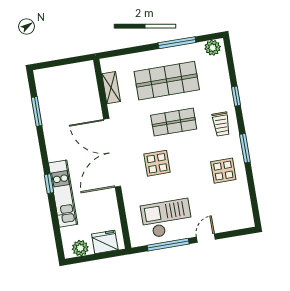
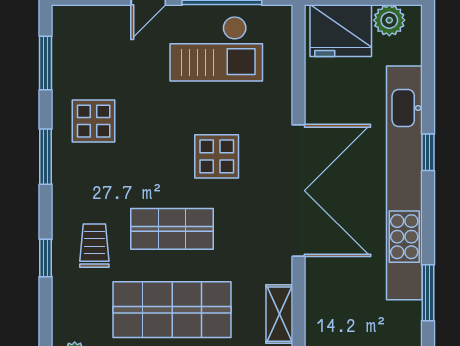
trolley: (221, 124) -> (94, 246), moved
kitchen unit: (63, 194) -> (404, 183), width x1.86
window: (253, 196) -> (46, 63), added
fridge: (105, 242) -> (341, 31), width x1.36, depth x1.34

